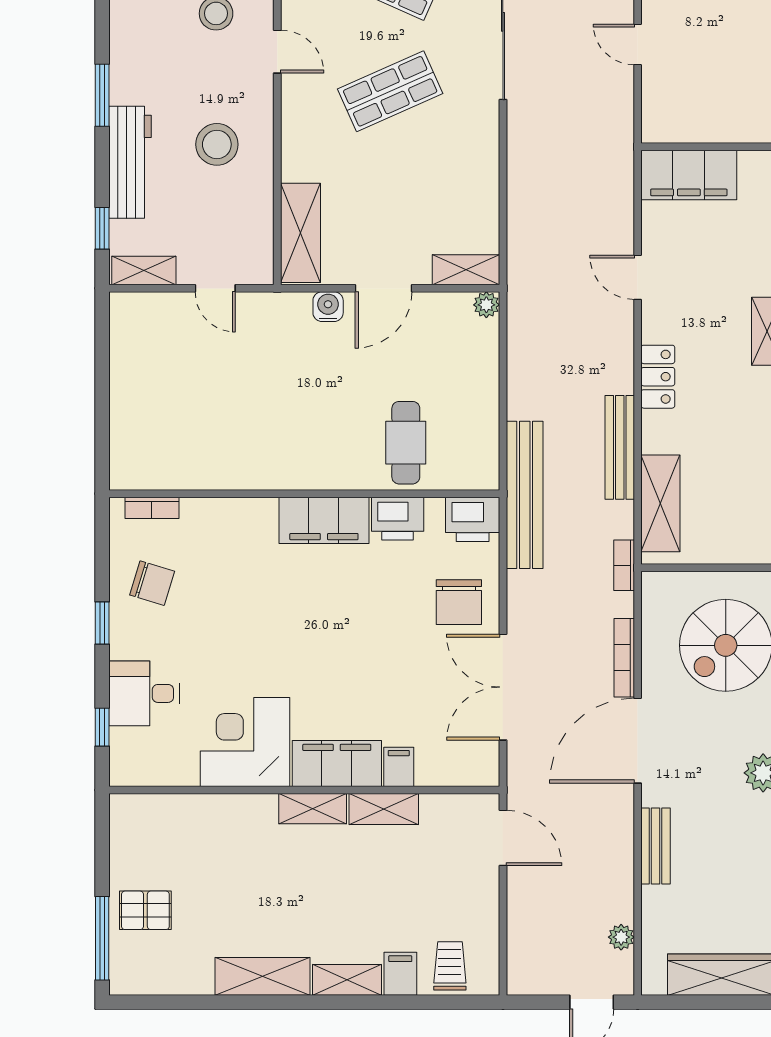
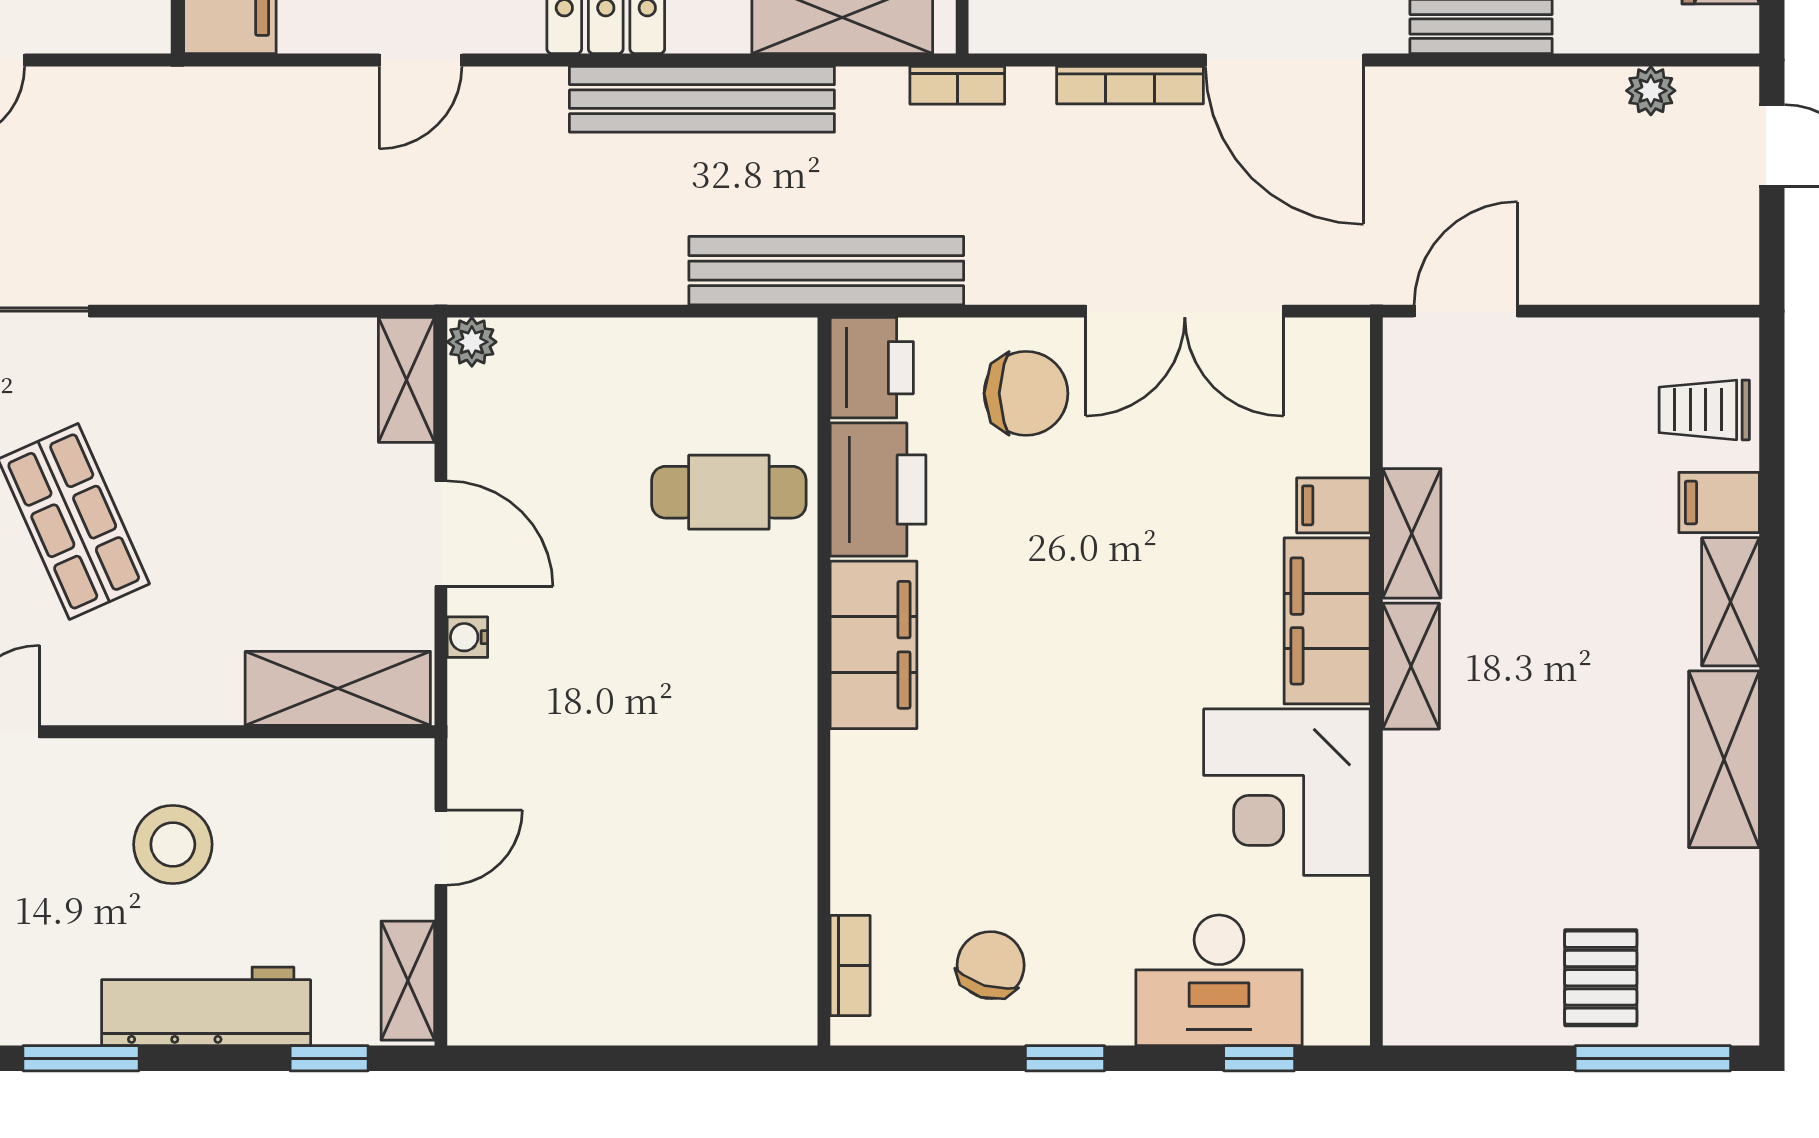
water cooler: (328, 307) -> (467, 637), width x0.72, depth x0.72
bench: (620, 447) -> (702, 99), width x1.37, depth x1.21
printer: (398, 519) -> (878, 490), width x1.37, depth x1.19
desk: (144, 693) -> (1219, 980), width x1.37

